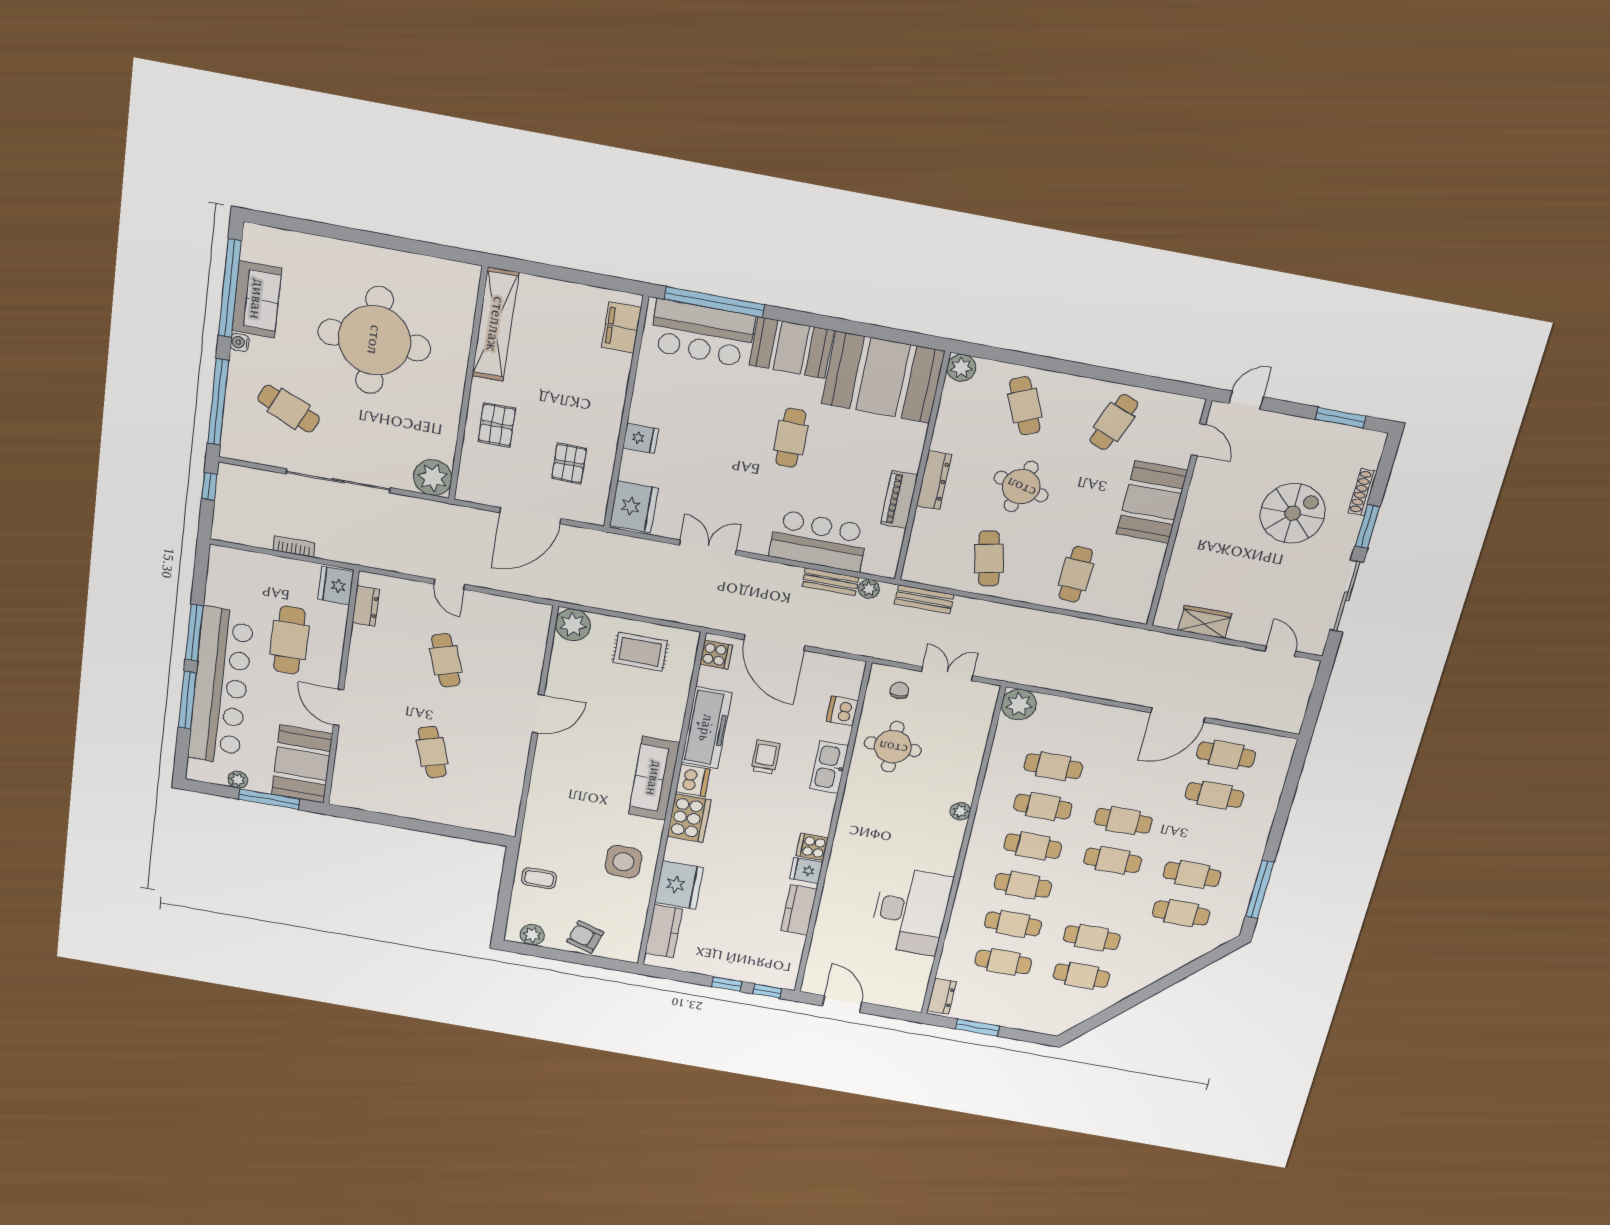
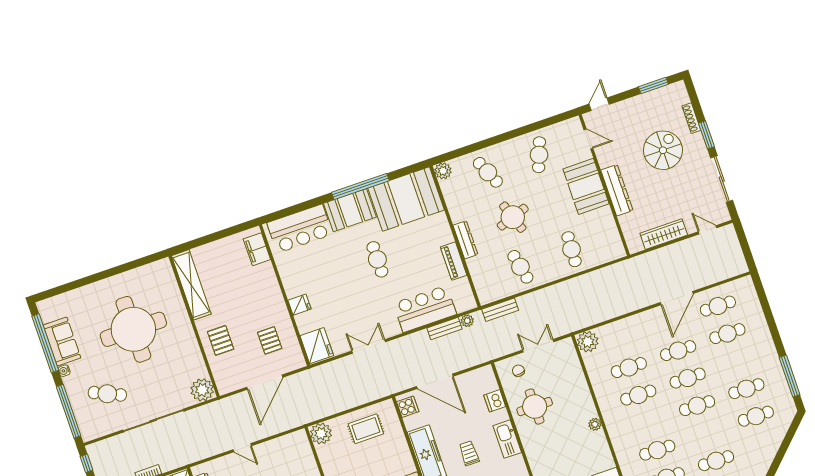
window: (714, 302) -> (360, 186), moved
round table: (1021, 487) -> (513, 217), turned -33
dresser: (1192, 531) -> (617, 190), added
wardrobe: (1205, 622) -> (664, 234), width x1.50
cafe table: (1033, 846) -> (678, 351), moved

